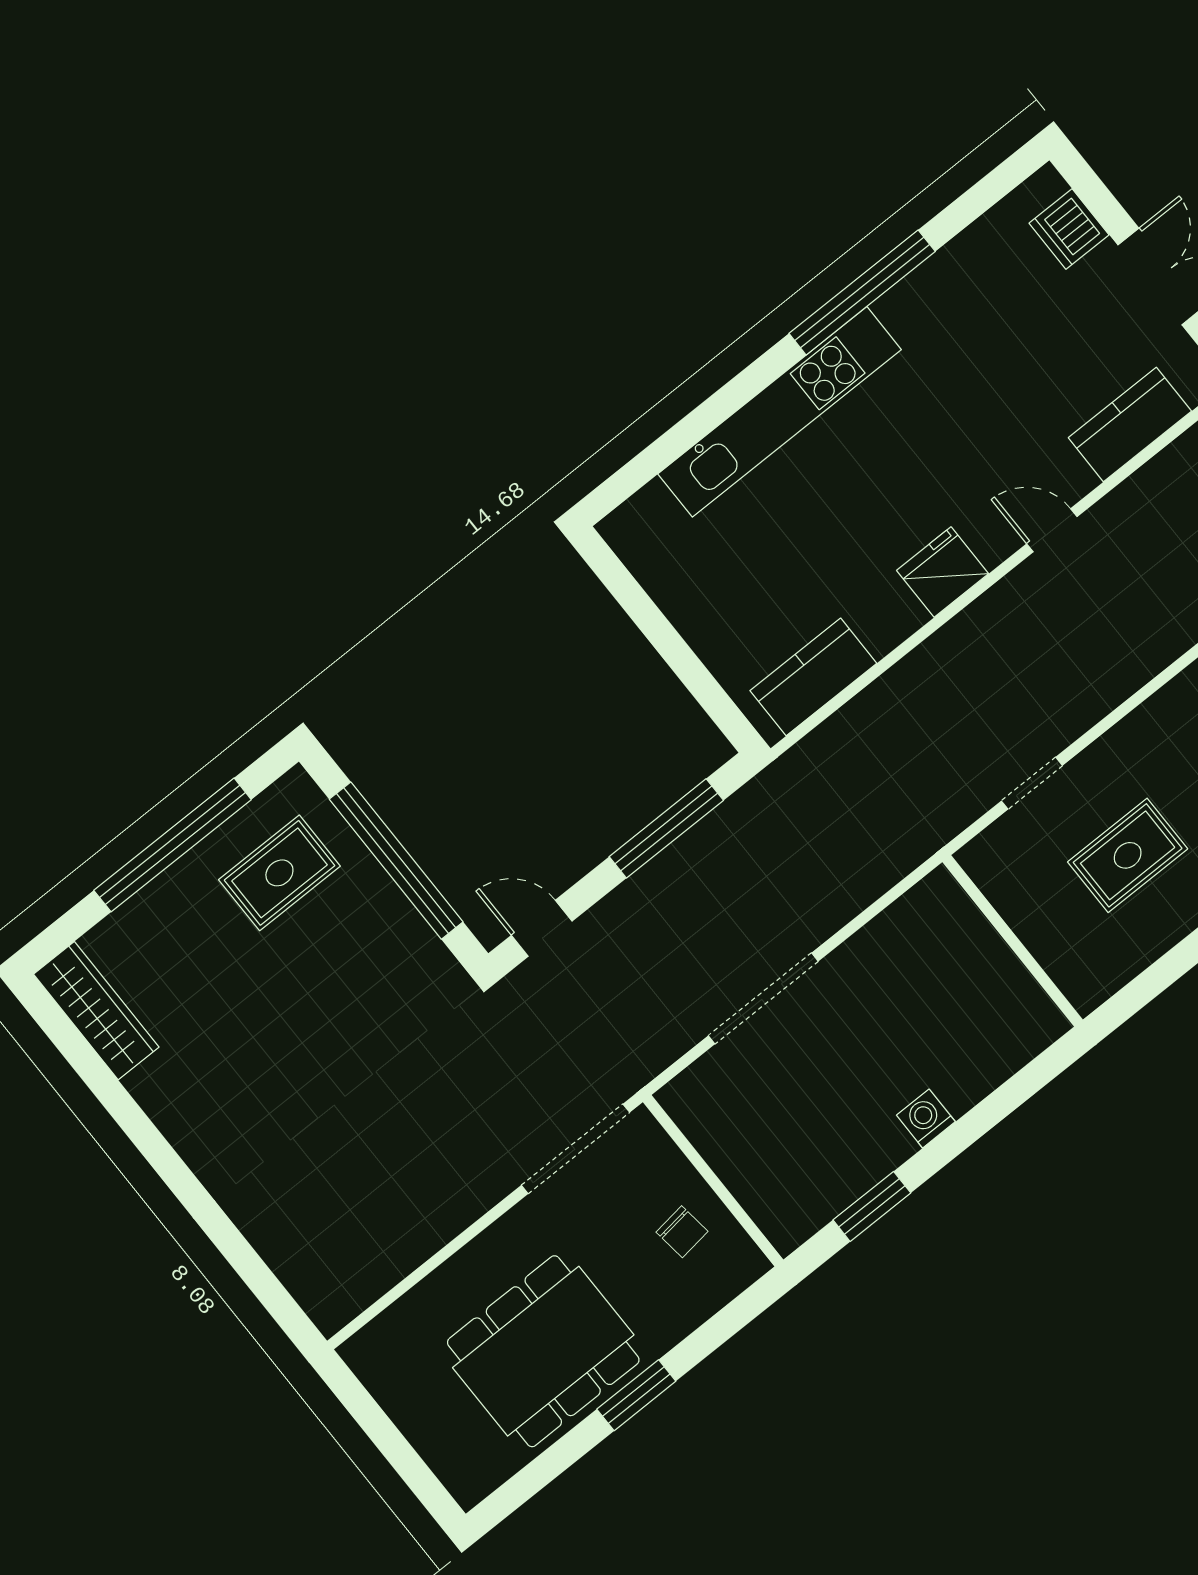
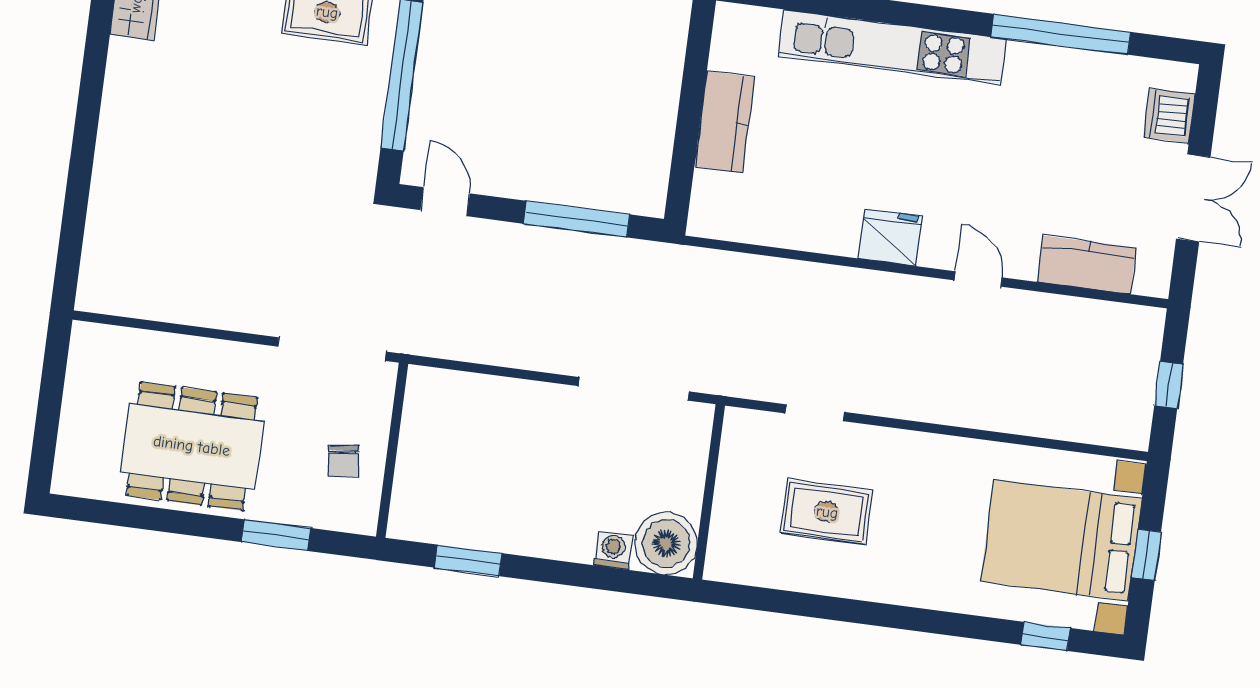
window: (862, 292) -> (1061, 34), moved
kitchen counter: (813, 677) -> (725, 122), moved, turned 90
doorway: (763, 998) -> (634, 389), moved
boiler: (1022, 1021) -> (666, 543), added
washing machine: (926, 1118) -> (613, 550), moved
window: (636, 1395) -> (276, 535), moved

